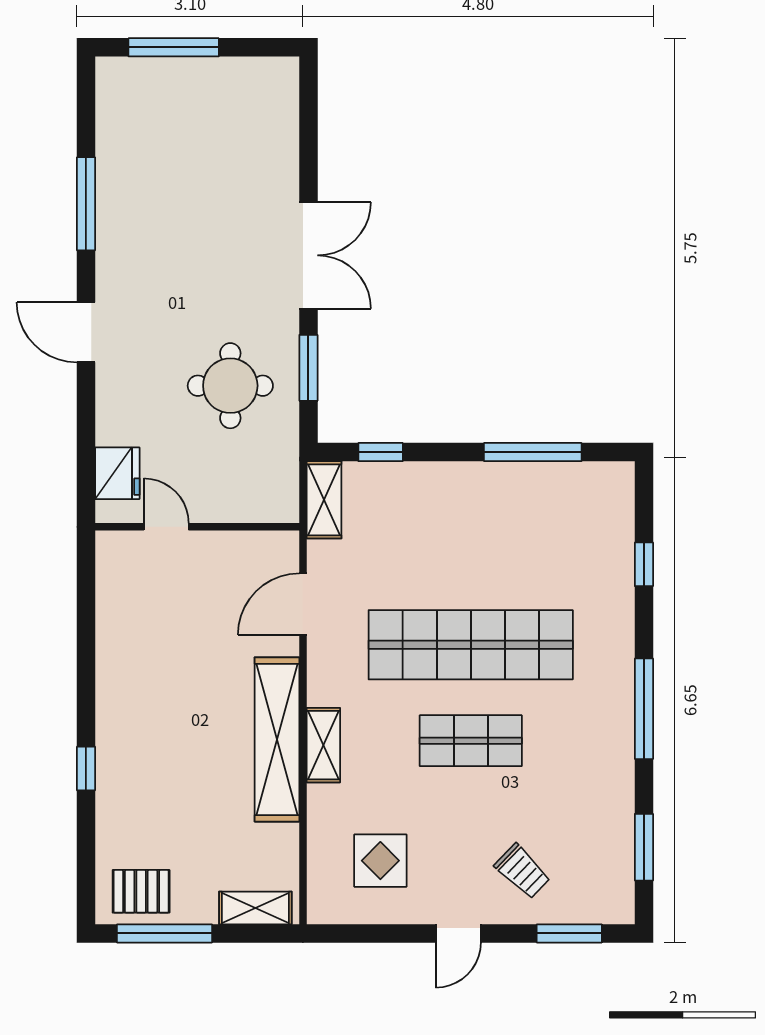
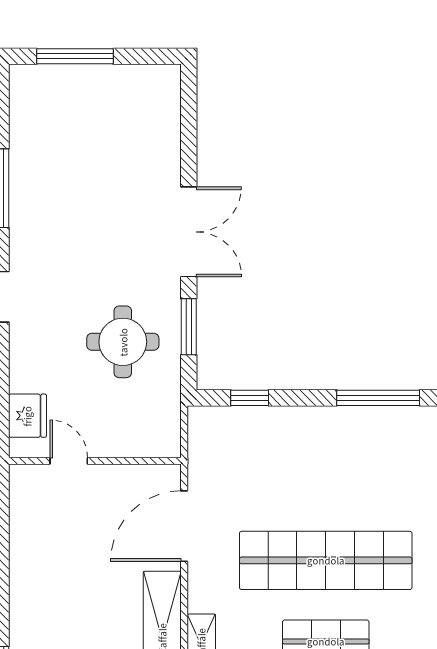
shelving: (324, 500) -> (202, 438), removed
door: (303, 604) -> (184, 526), width x1.36

